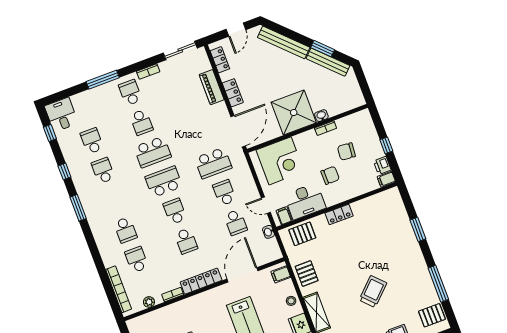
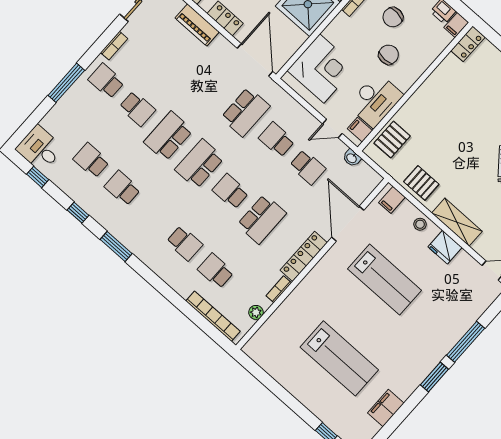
school desk: (153, 152) -> (168, 136), turned 180
locker: (339, 214) -> (468, 44), moved
school desk: (186, 241) -> (262, 219), width x1.85

